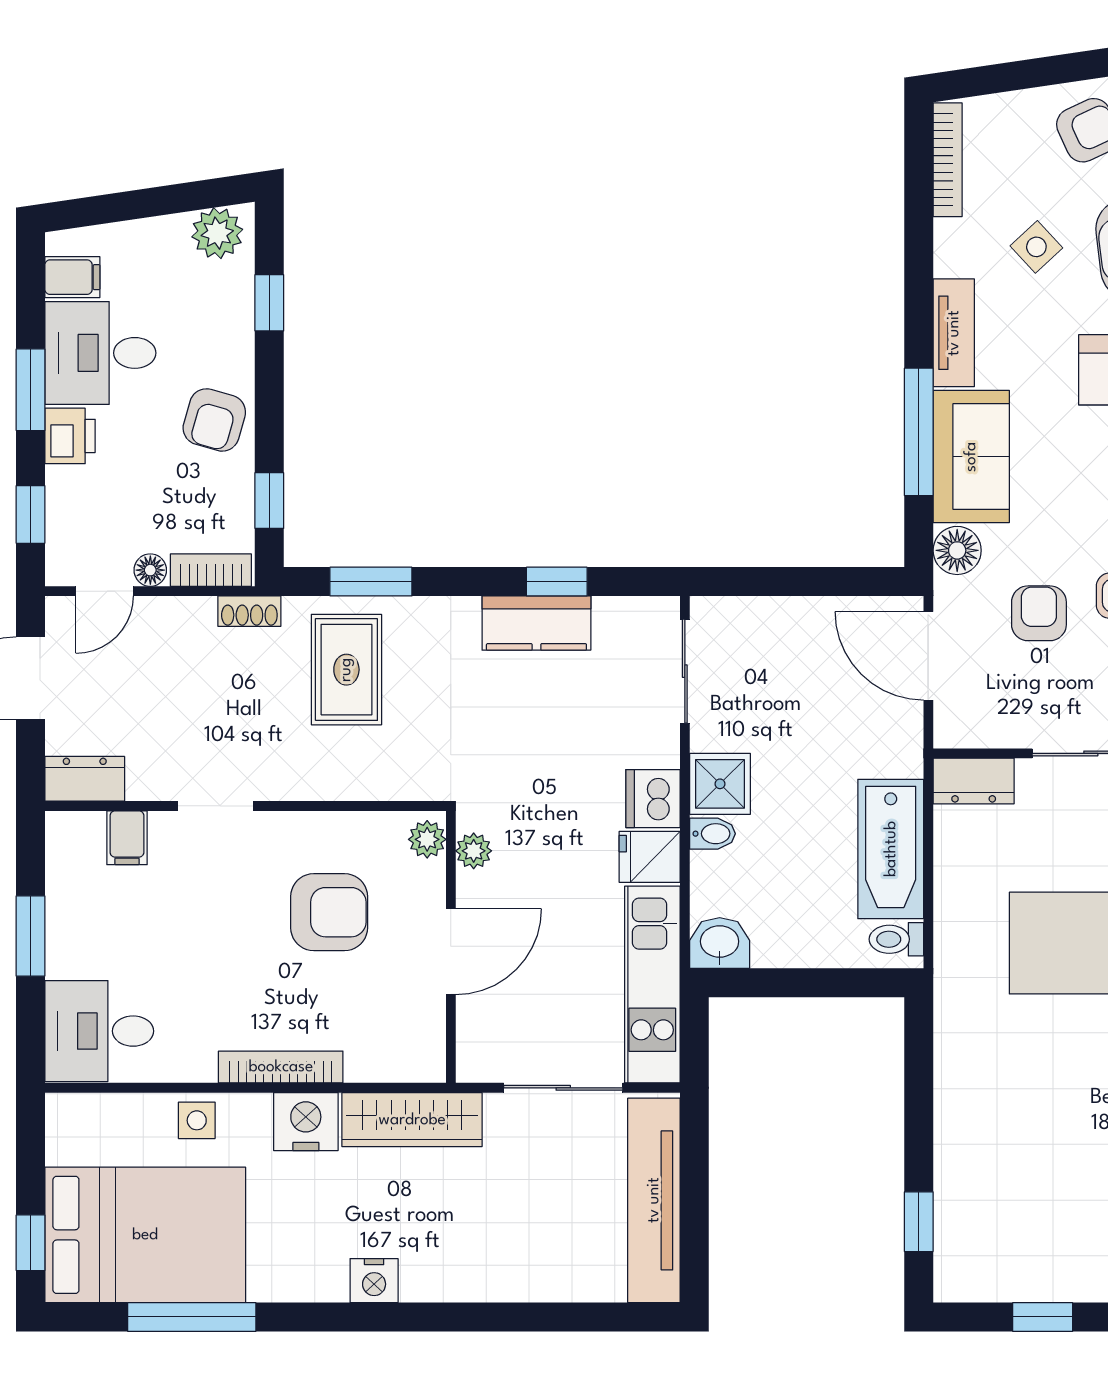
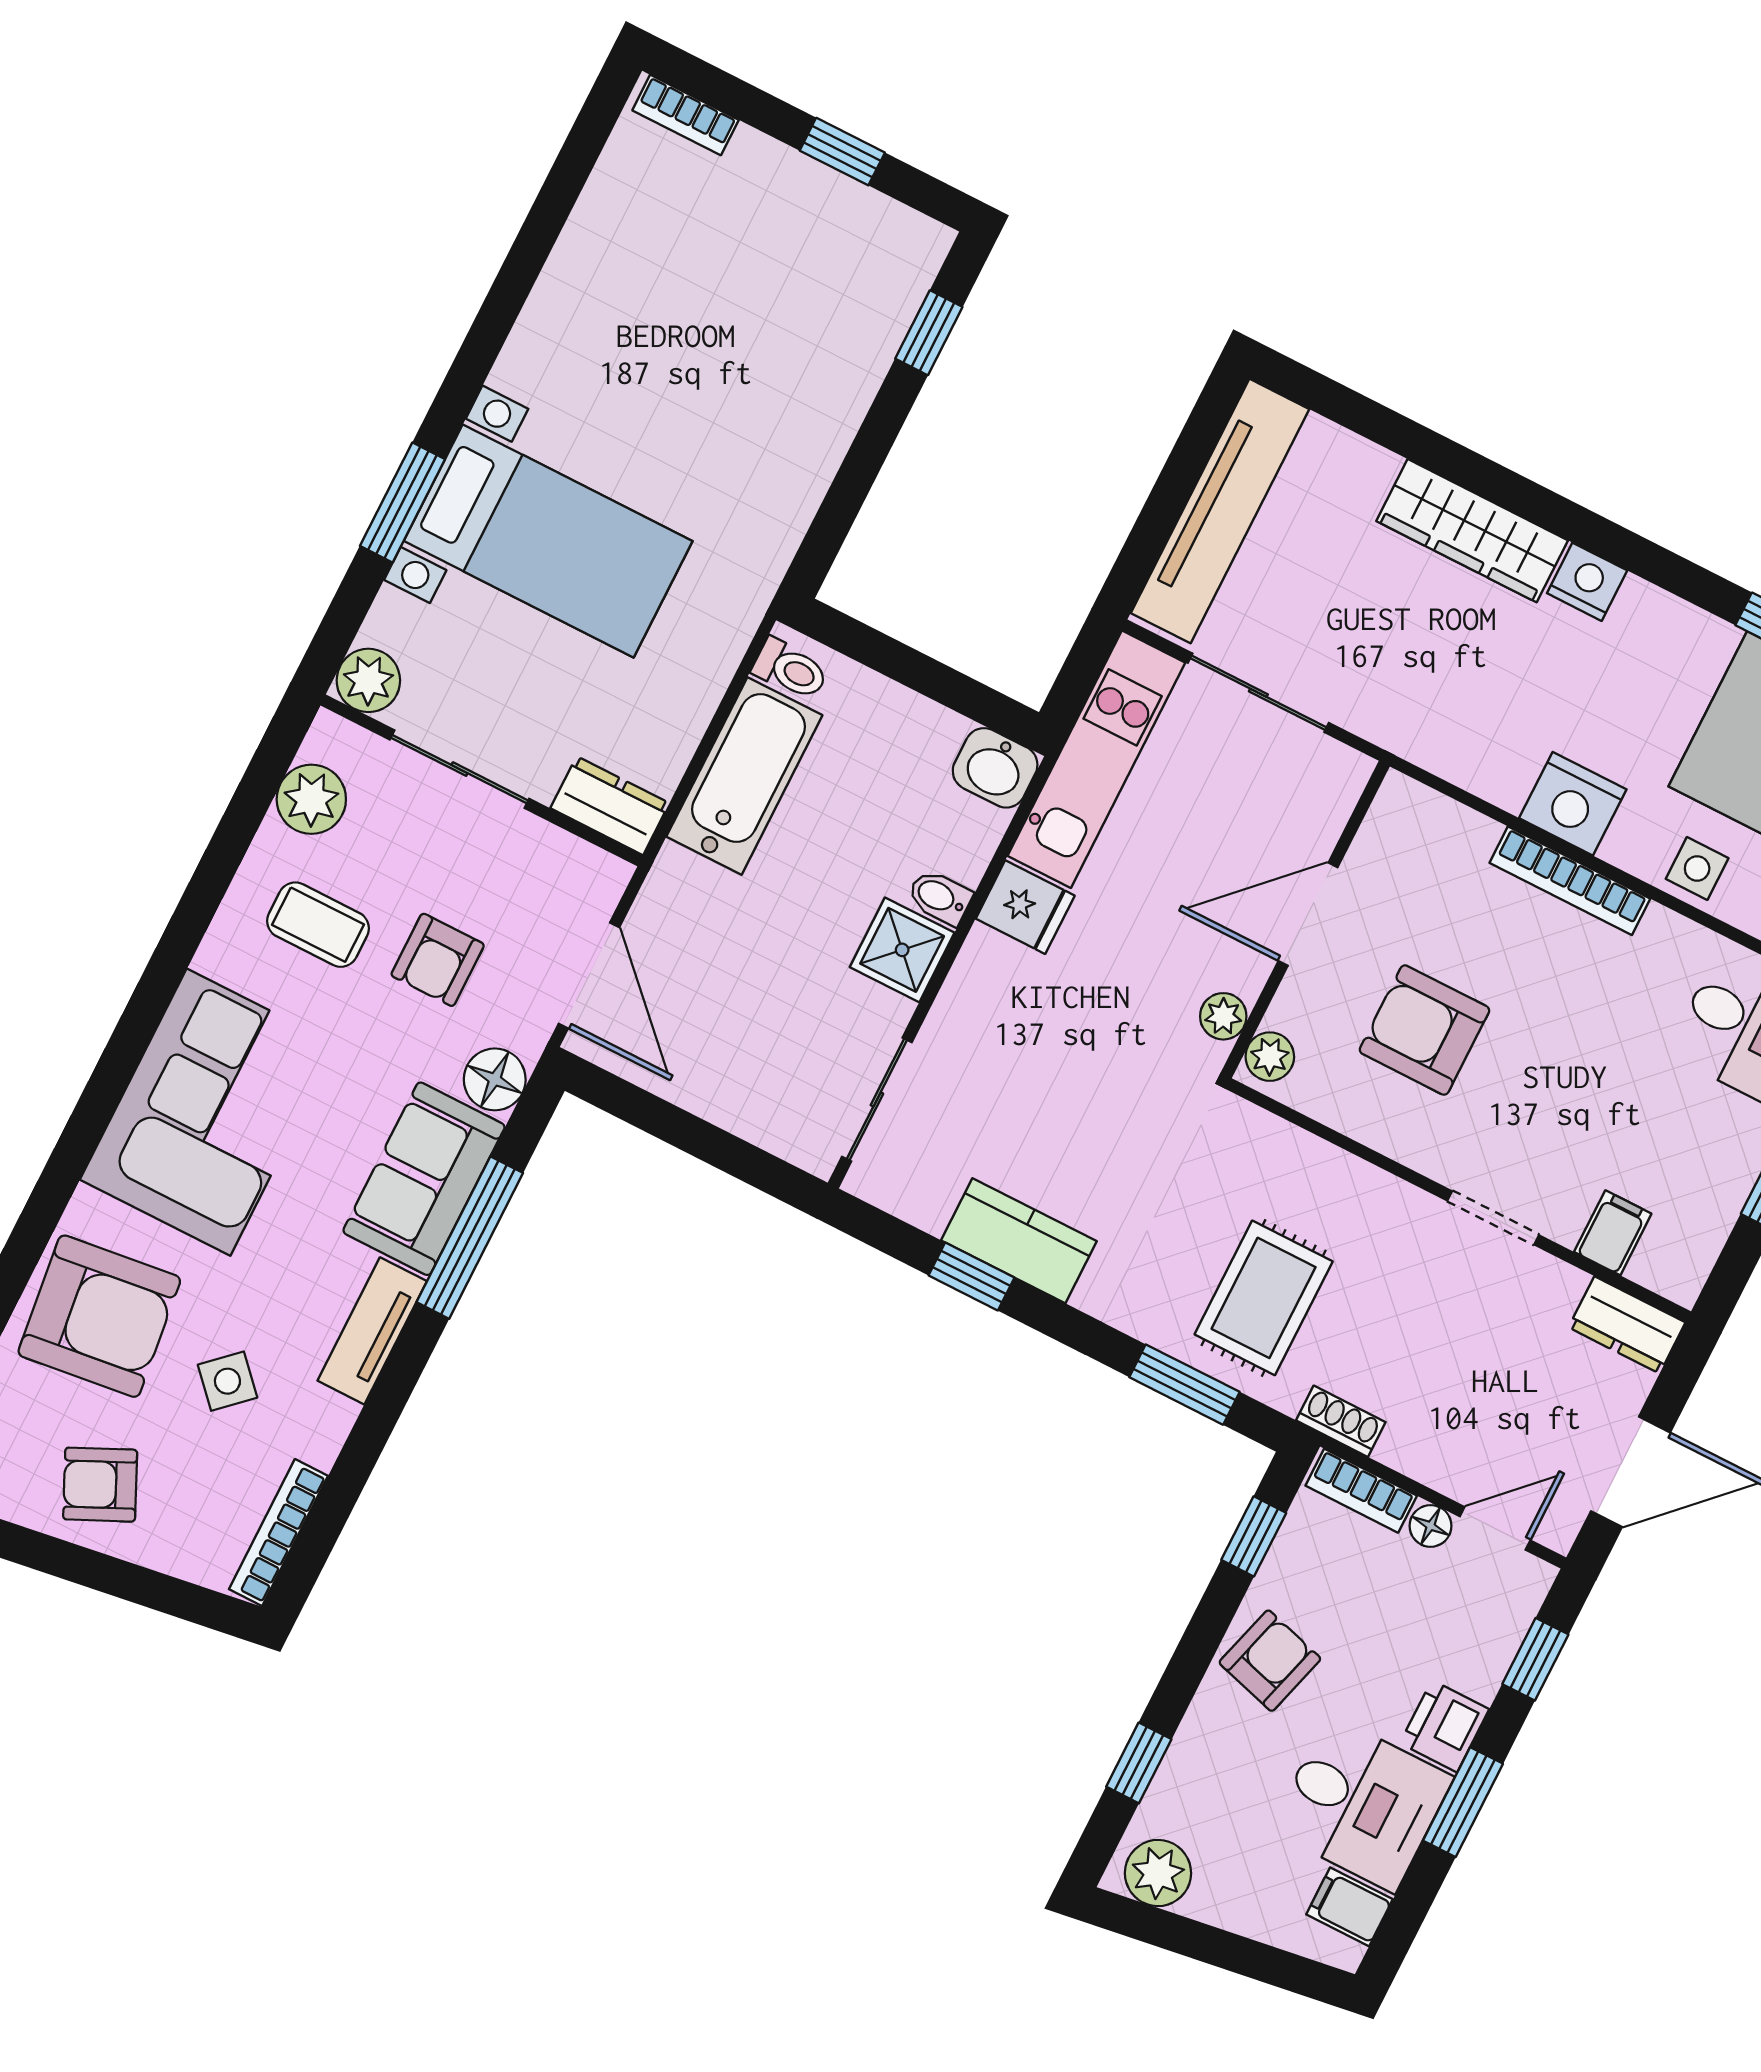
dishwasher: (653, 799) -> (988, 972), removed
wardrobe: (412, 1120) -> (1472, 531), moved, turned 180

